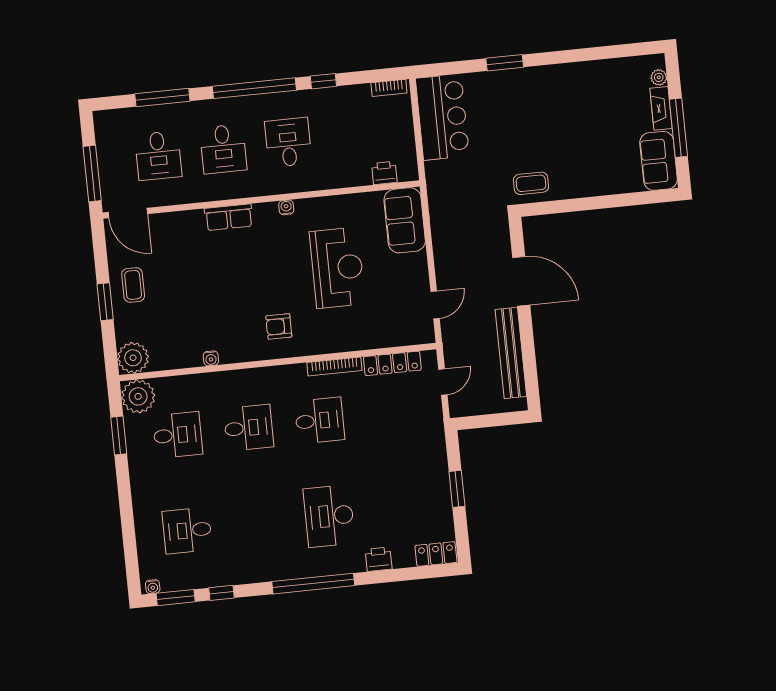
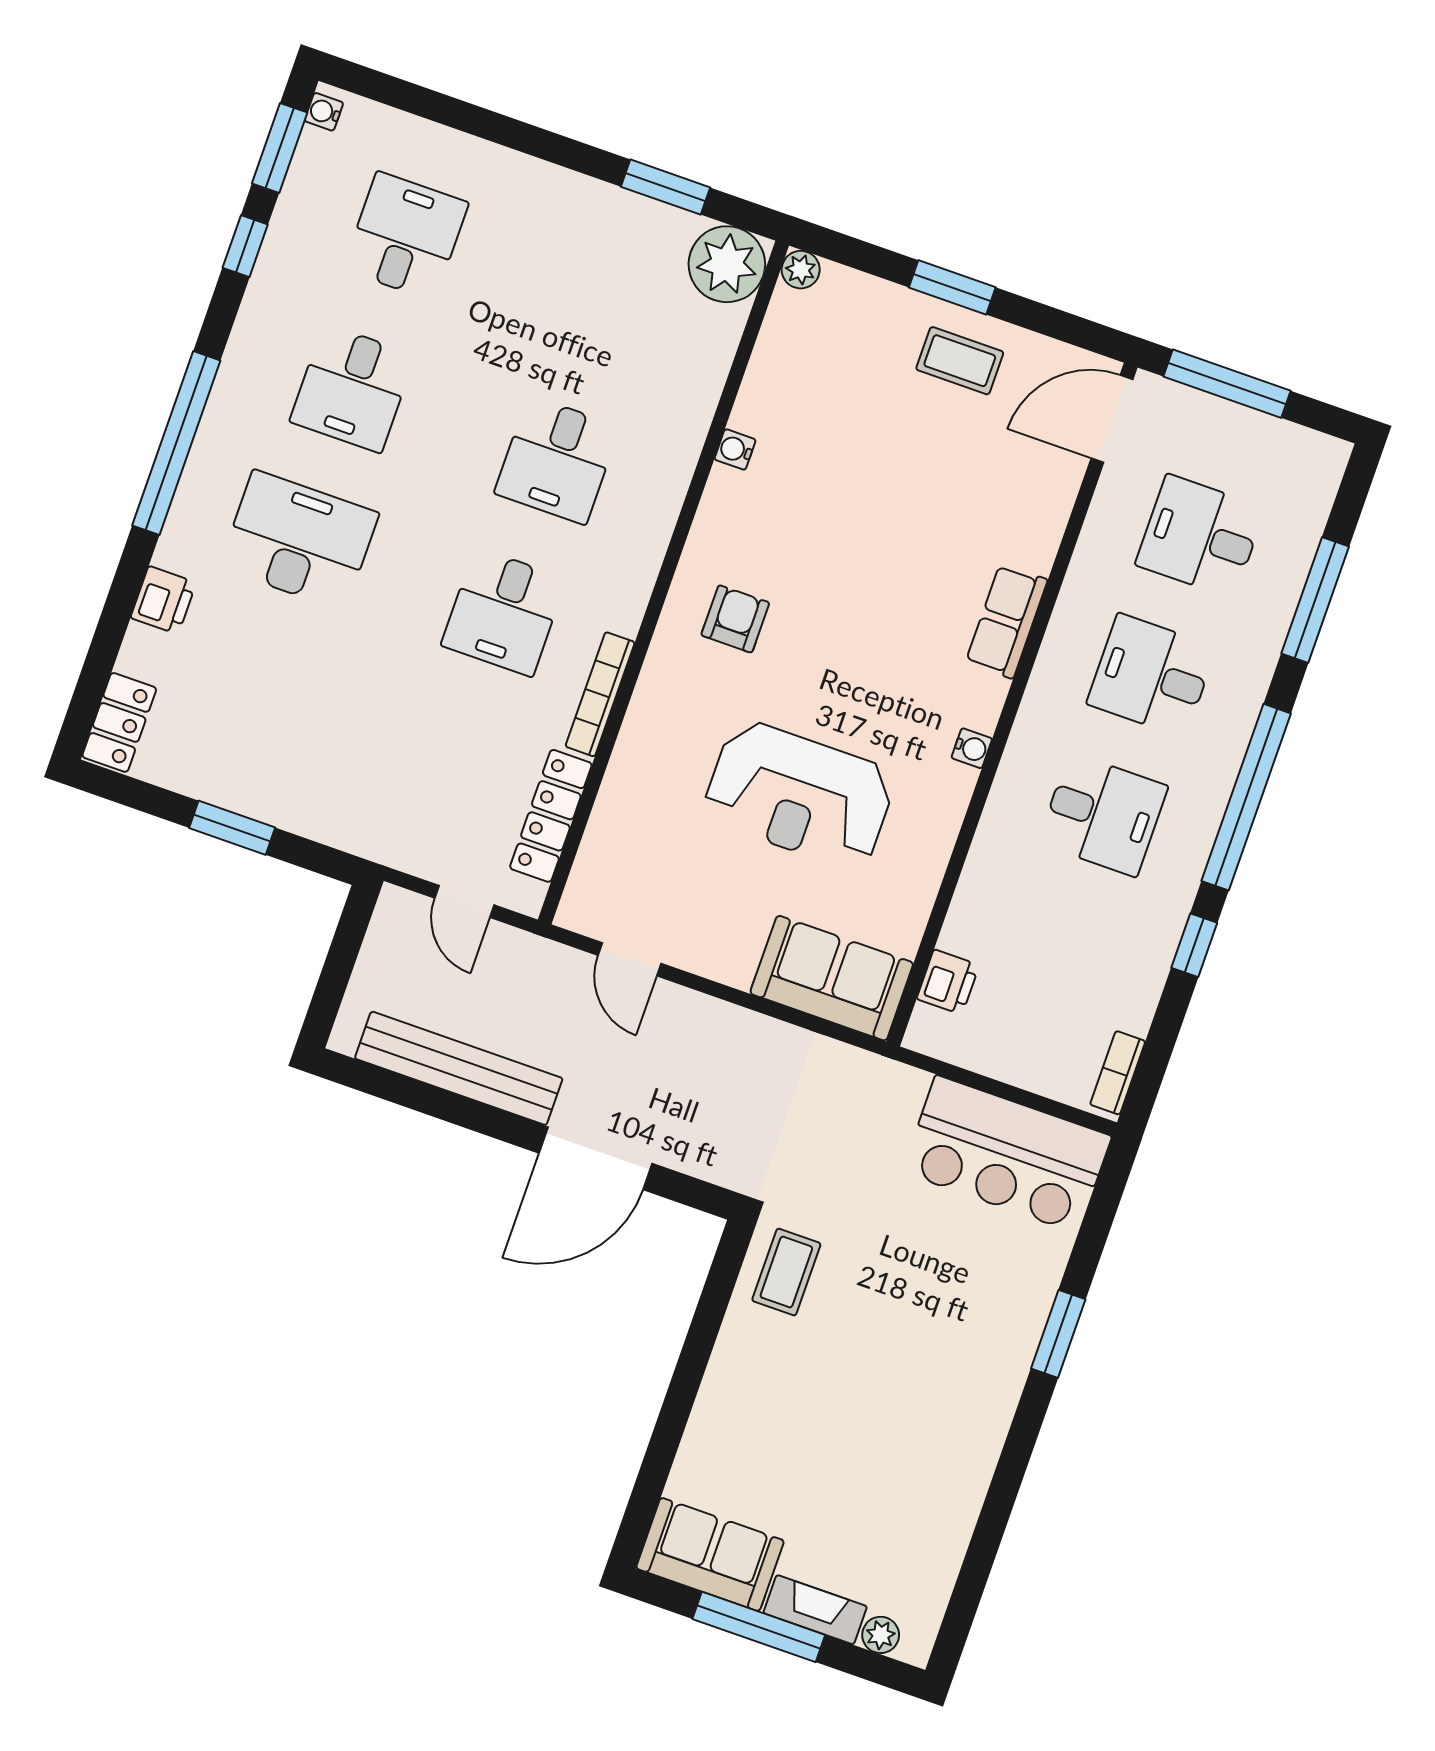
plant: (133, 358) -> (801, 270), width x0.53, depth x0.53
desk: (178, 435) -> (352, 388), moved

